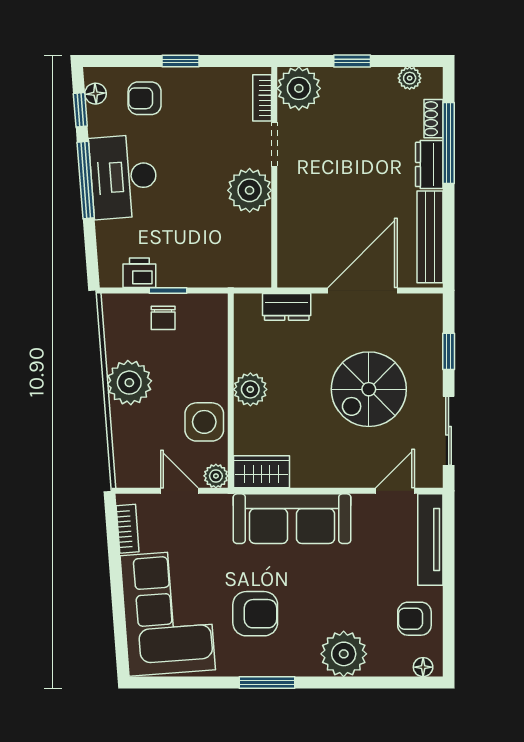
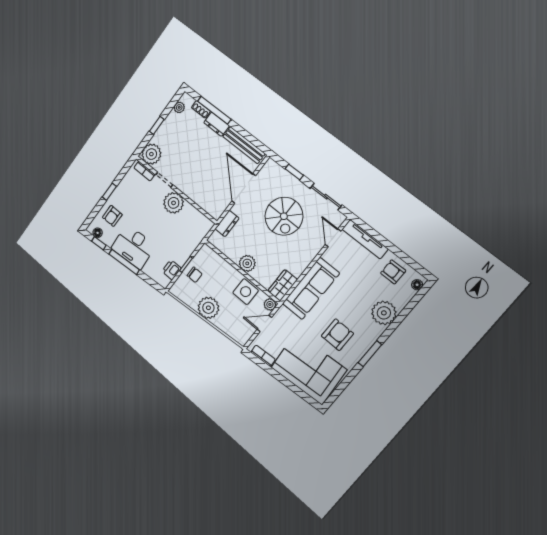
armchair: (414, 619) -> (393, 272), turned 90

